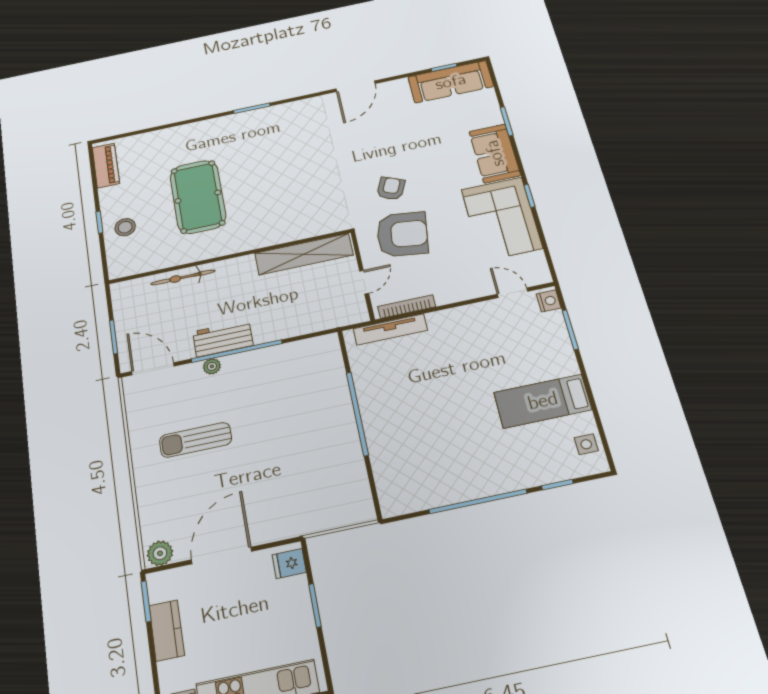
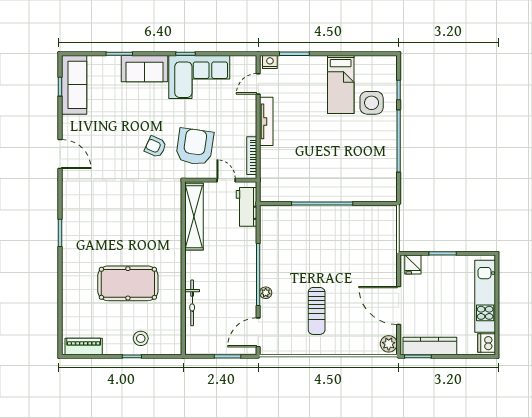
tv unit: (390, 329) -> (266, 121), moved
workbench: (223, 339) -> (246, 207), moved
side table: (586, 444) -> (372, 103), moved, width x1.87, depth x1.87
kitchen counter: (167, 630) -> (430, 346), width x1.50

